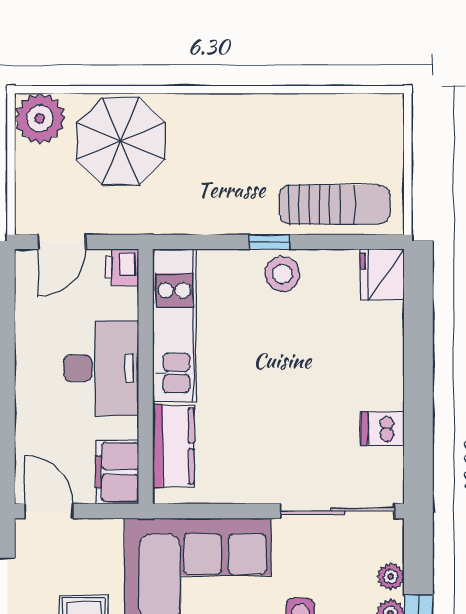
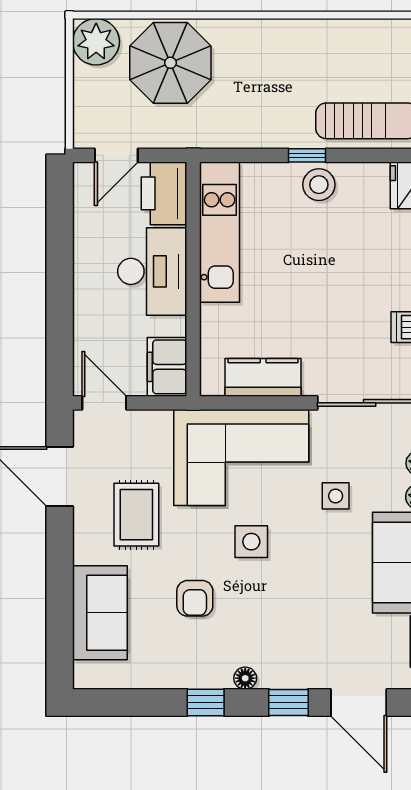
printer: (122, 267) -> (164, 193), width x1.87, depth x1.48
kitchen counter: (173, 446) -> (263, 377), moved, turned -90

